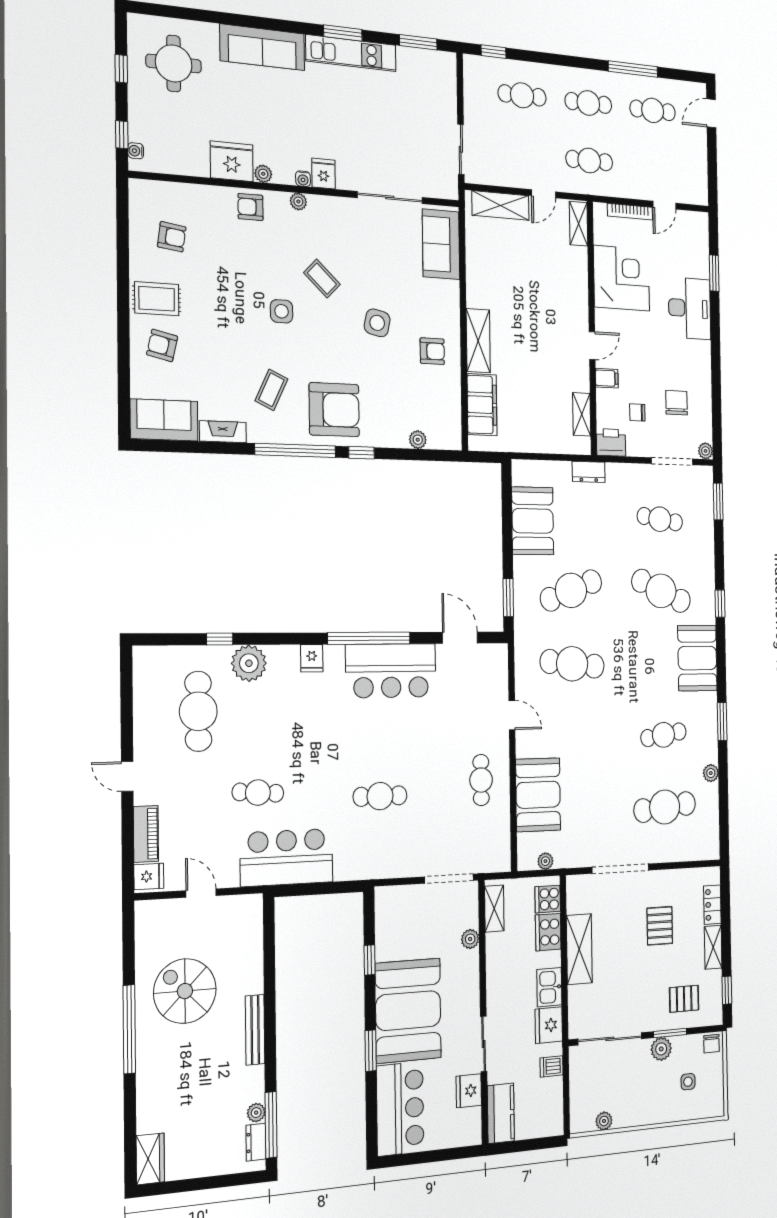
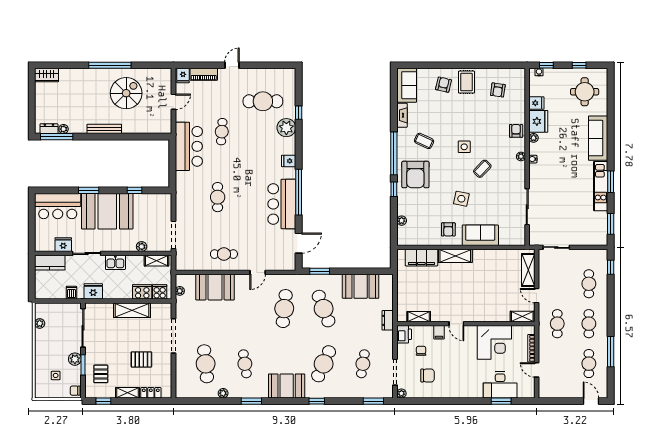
fridge: (324, 174) -> (536, 103), moved
sofa: (441, 244) -> (480, 235), moved
desk: (690, 308) -> (500, 385), moved
kitchen sink: (549, 987) -> (115, 262), moved, turned 180

